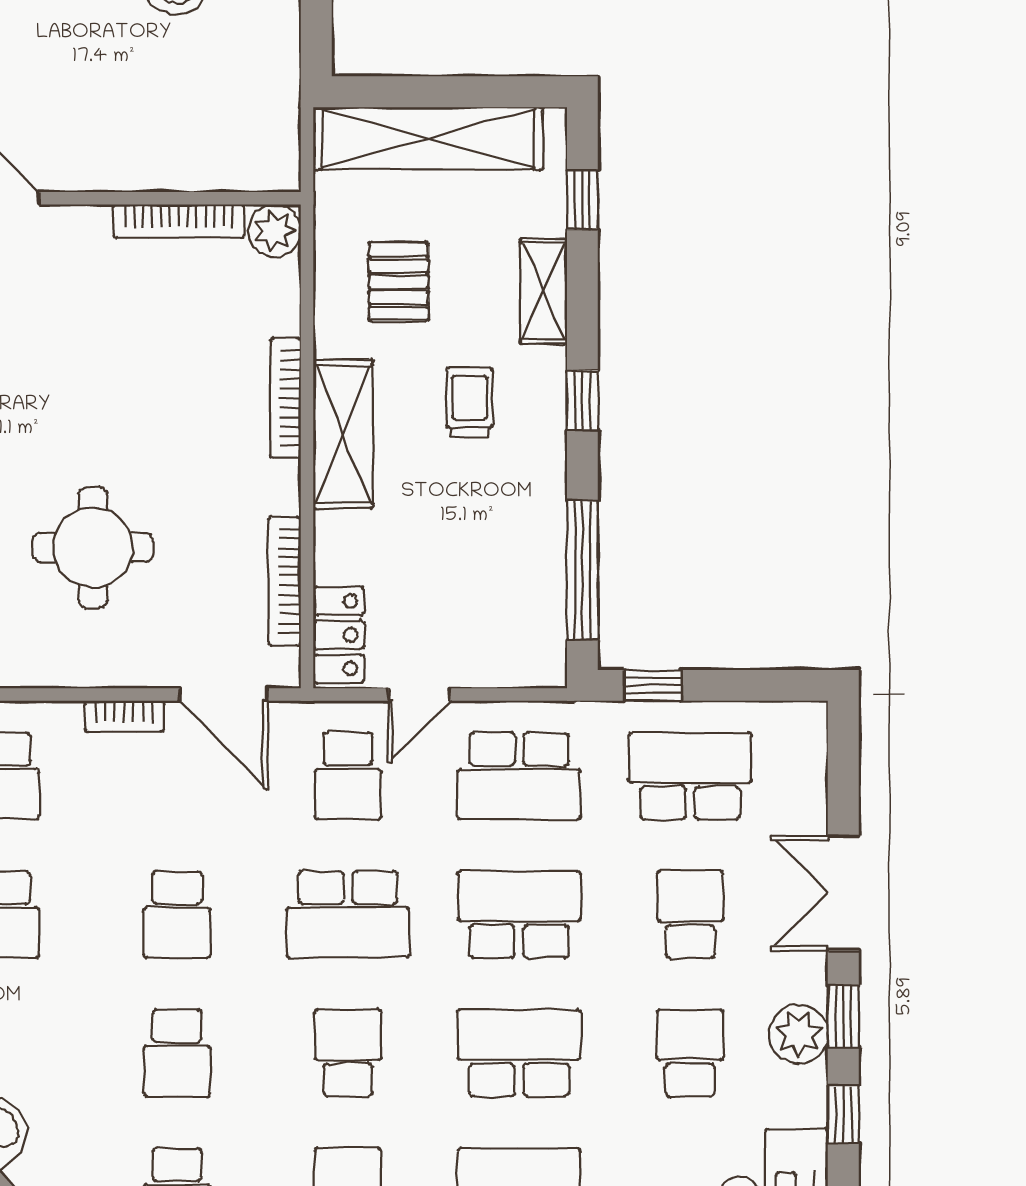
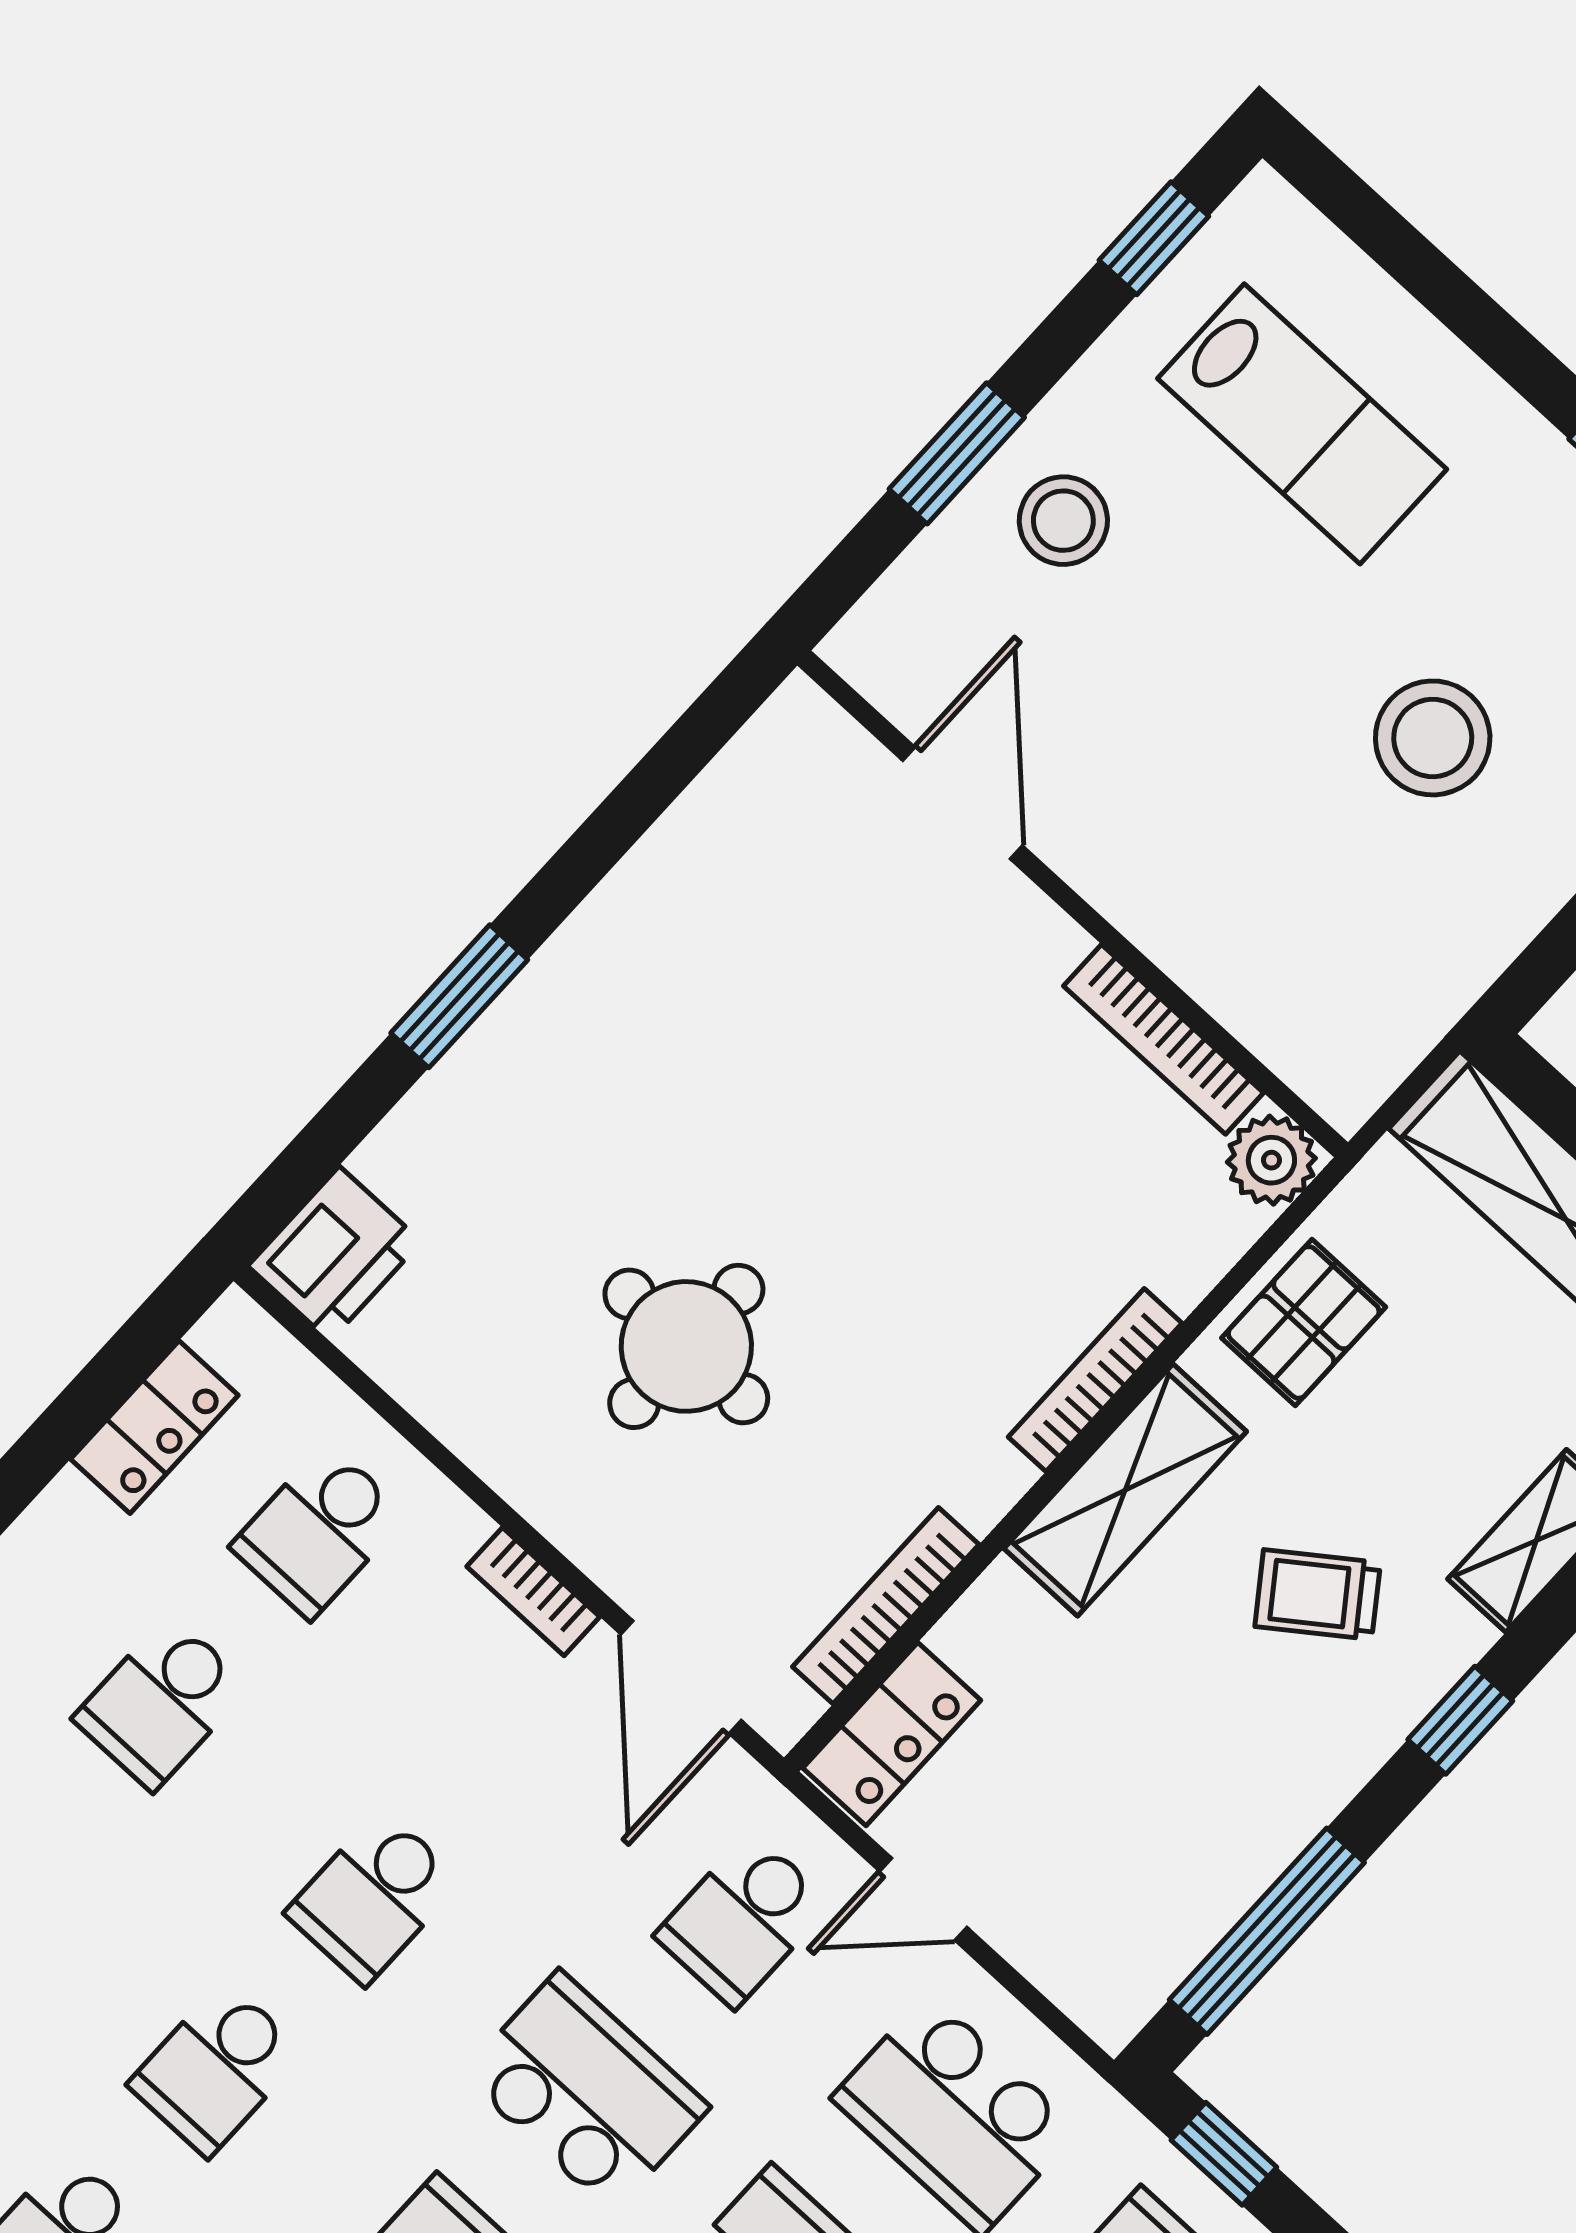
pallet: (398, 282) -> (1304, 1322), moved
trolley: (469, 403) -> (1318, 1595), turned -126
school desk: (348, 914) -> (586, 2091), turned 180

